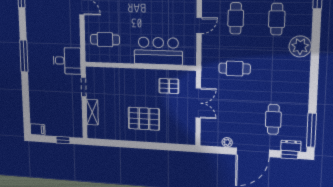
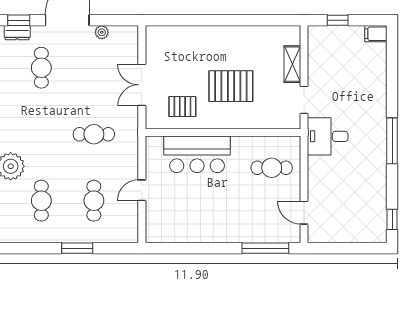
pallet: (144, 119) -> (231, 86), moved

